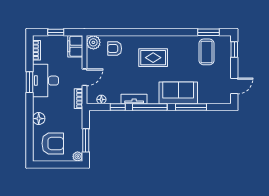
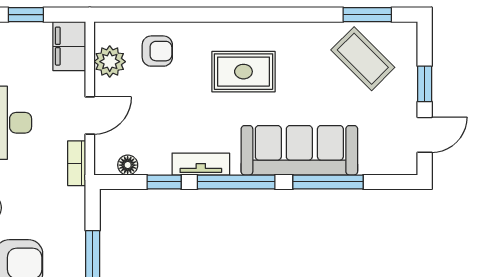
plant: (93, 42) -> (110, 62), moved
armchair: (115, 49) -> (157, 51), turned 180
window: (234, 49) -> (425, 84), moved
coffee table: (207, 52) -> (363, 59), turned -45
sofa: (178, 93) -> (299, 150), width x1.36

